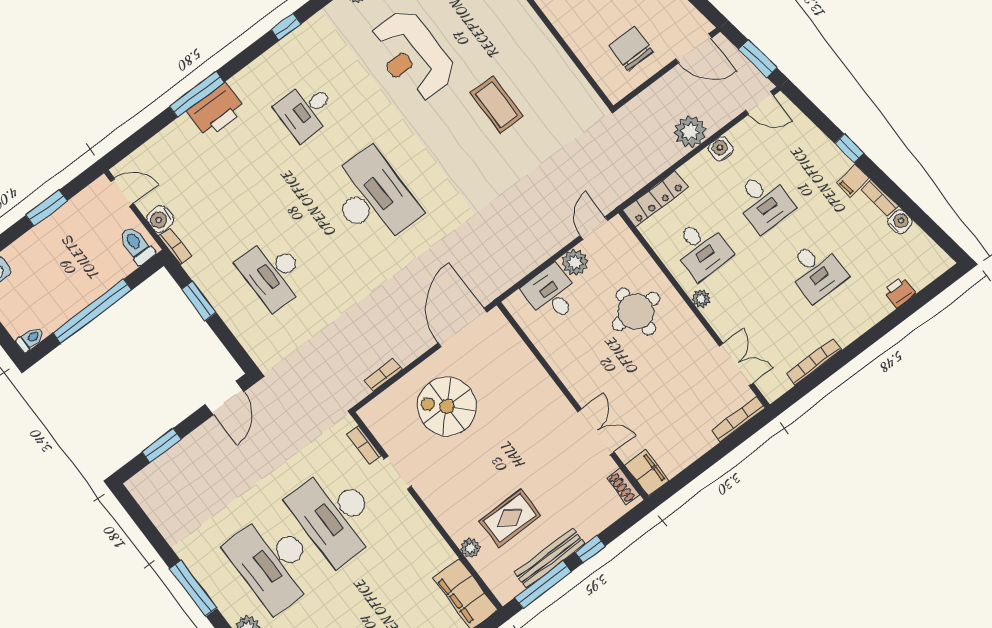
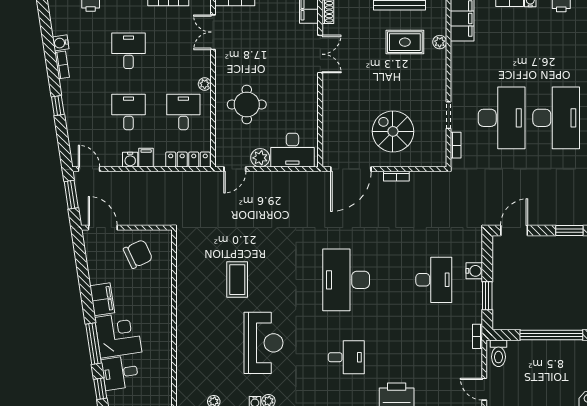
chair: (631, 49) -> (138, 254), turned -115
plant: (690, 132) -> (140, 182), removed
filing cabinet: (853, 181) -> (146, 158), moved, turned -81
water cooler: (160, 219) -> (474, 271), moved
desk: (552, 294) -> (292, 150), width x1.37
bookcase: (383, 375) -> (396, 176), moved
spiral stairs: (447, 406) -> (393, 131), turned 180
double door: (596, 432) -> (320, 54), swing flipped

